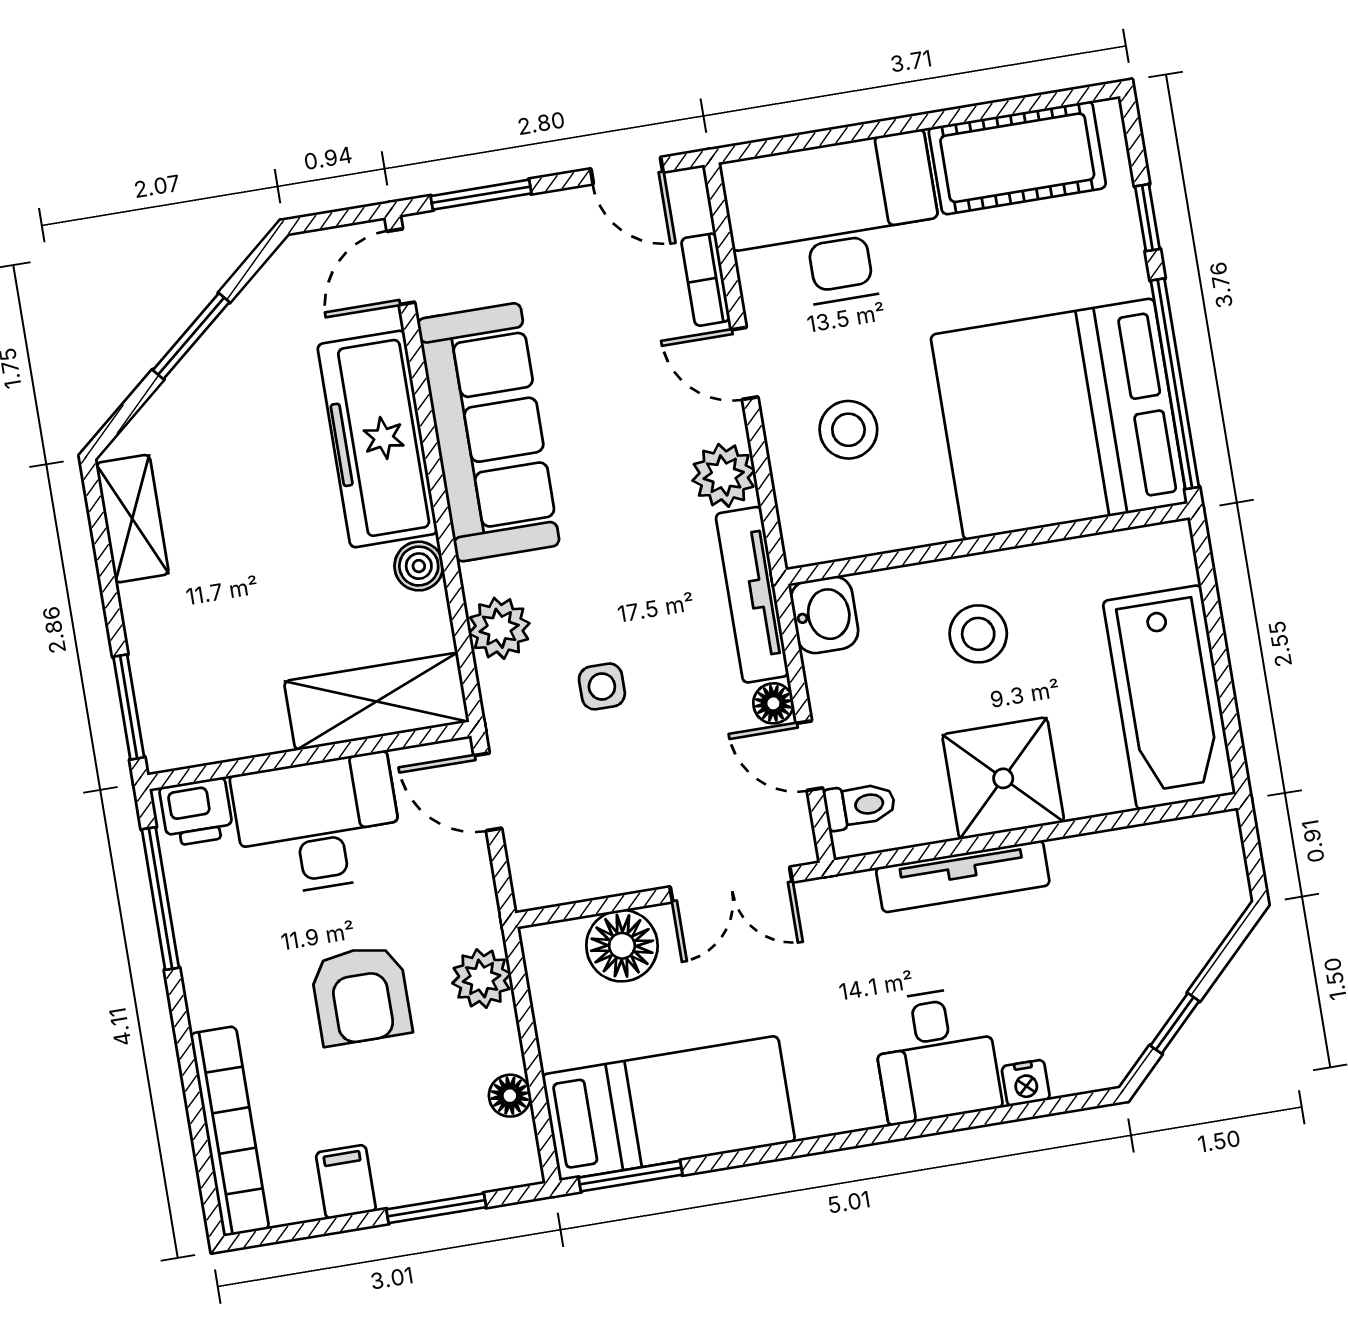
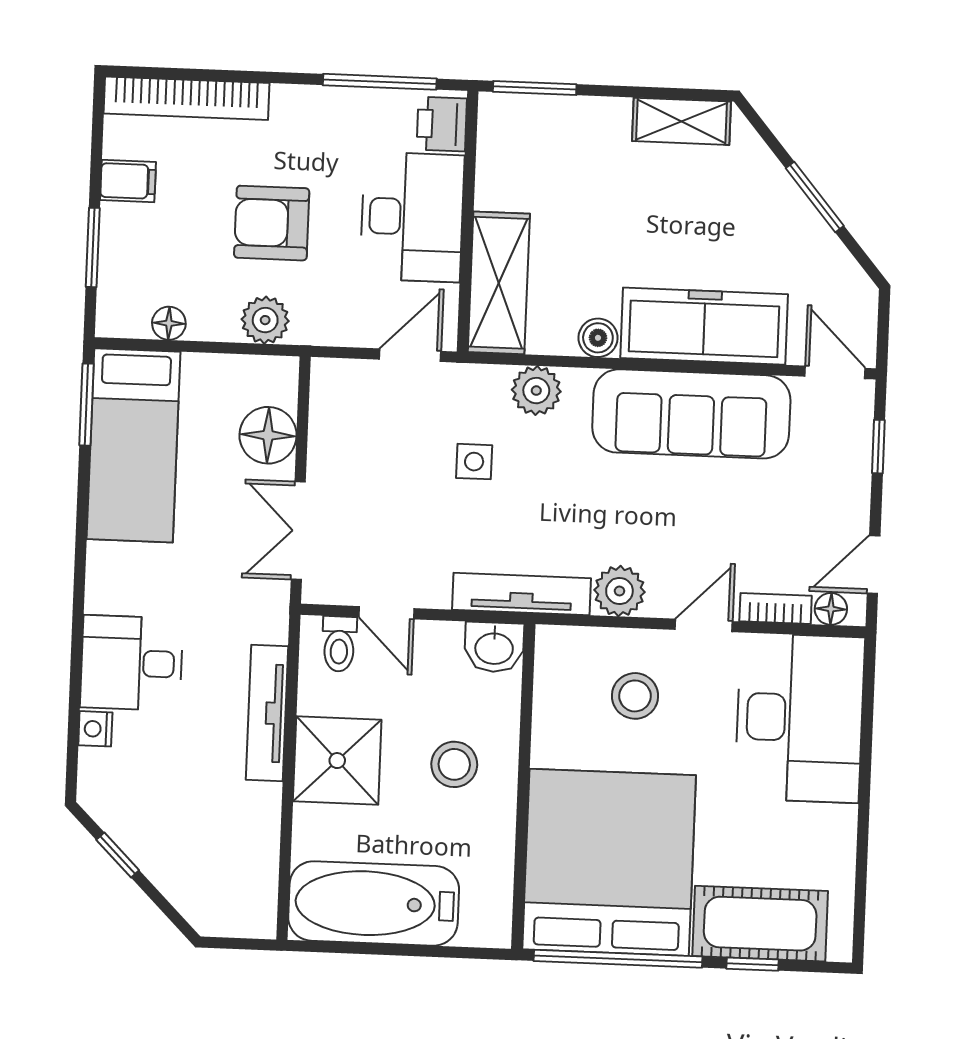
cot: (1017, 158) -> (760, 924), moved, turned 90
window: (481, 195) -> (878, 447), width x0.67
floor lamp: (773, 703) -> (831, 609), moved
door: (809, 756) -> (386, 613), swing flipped

